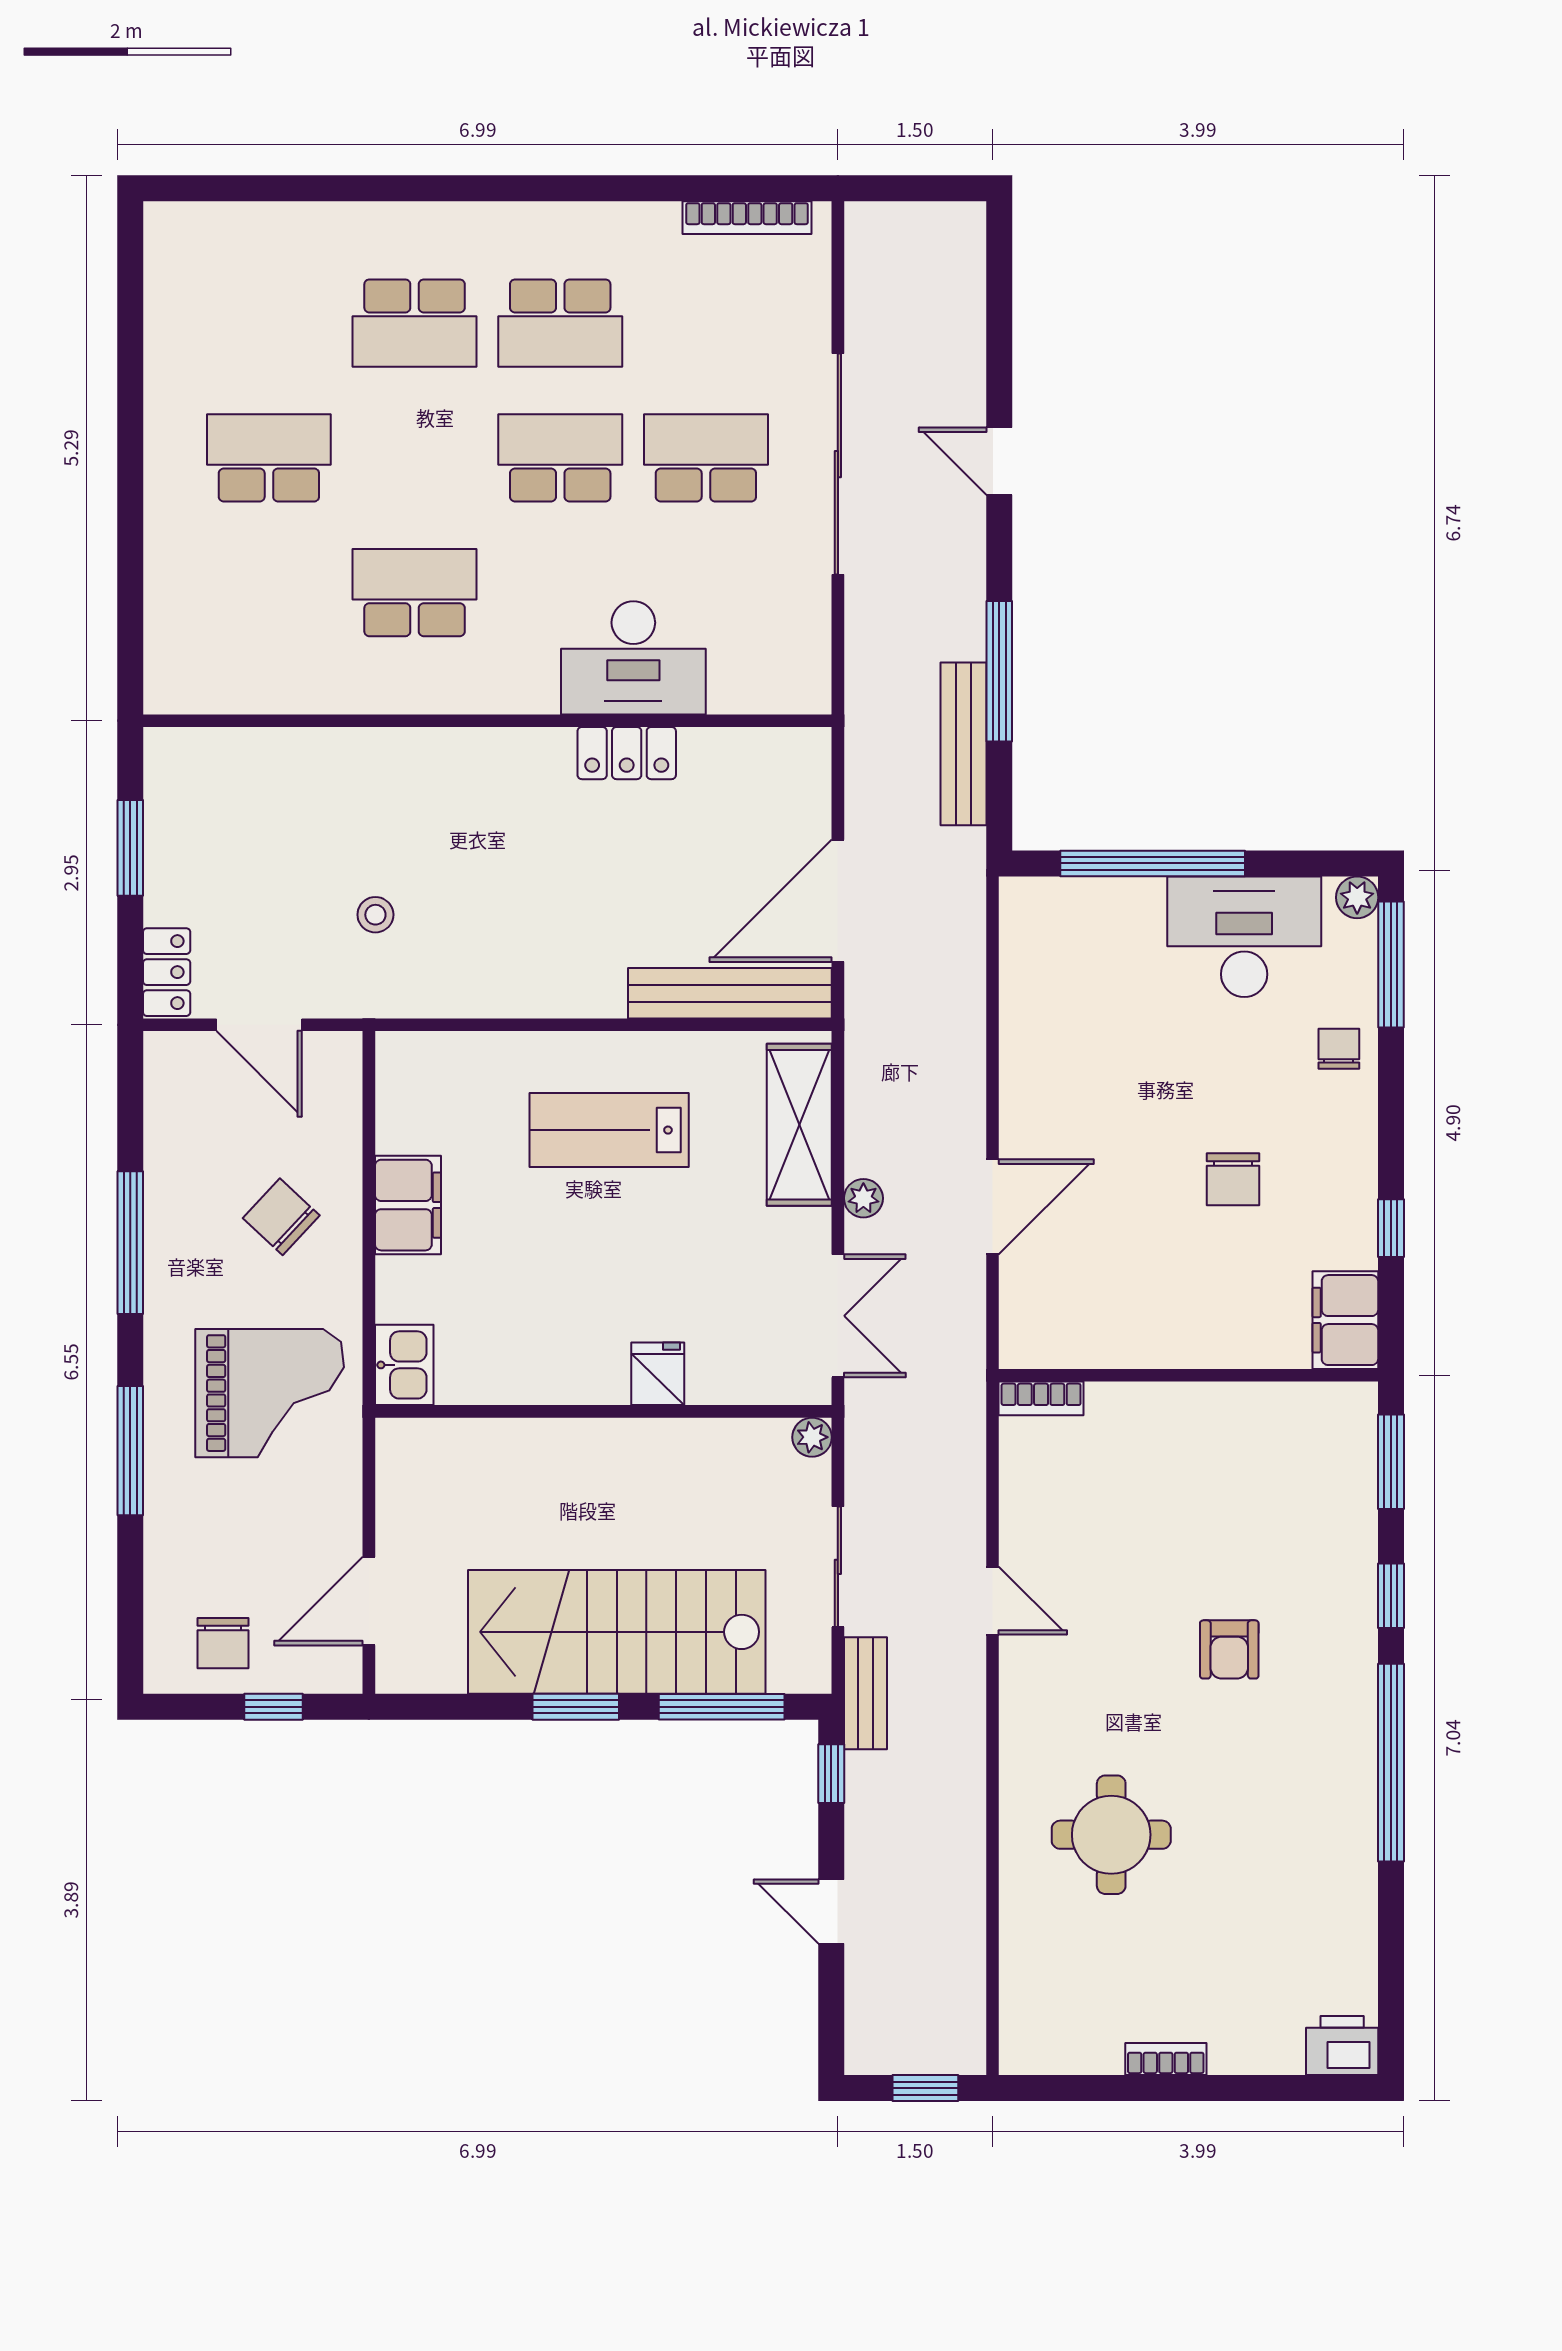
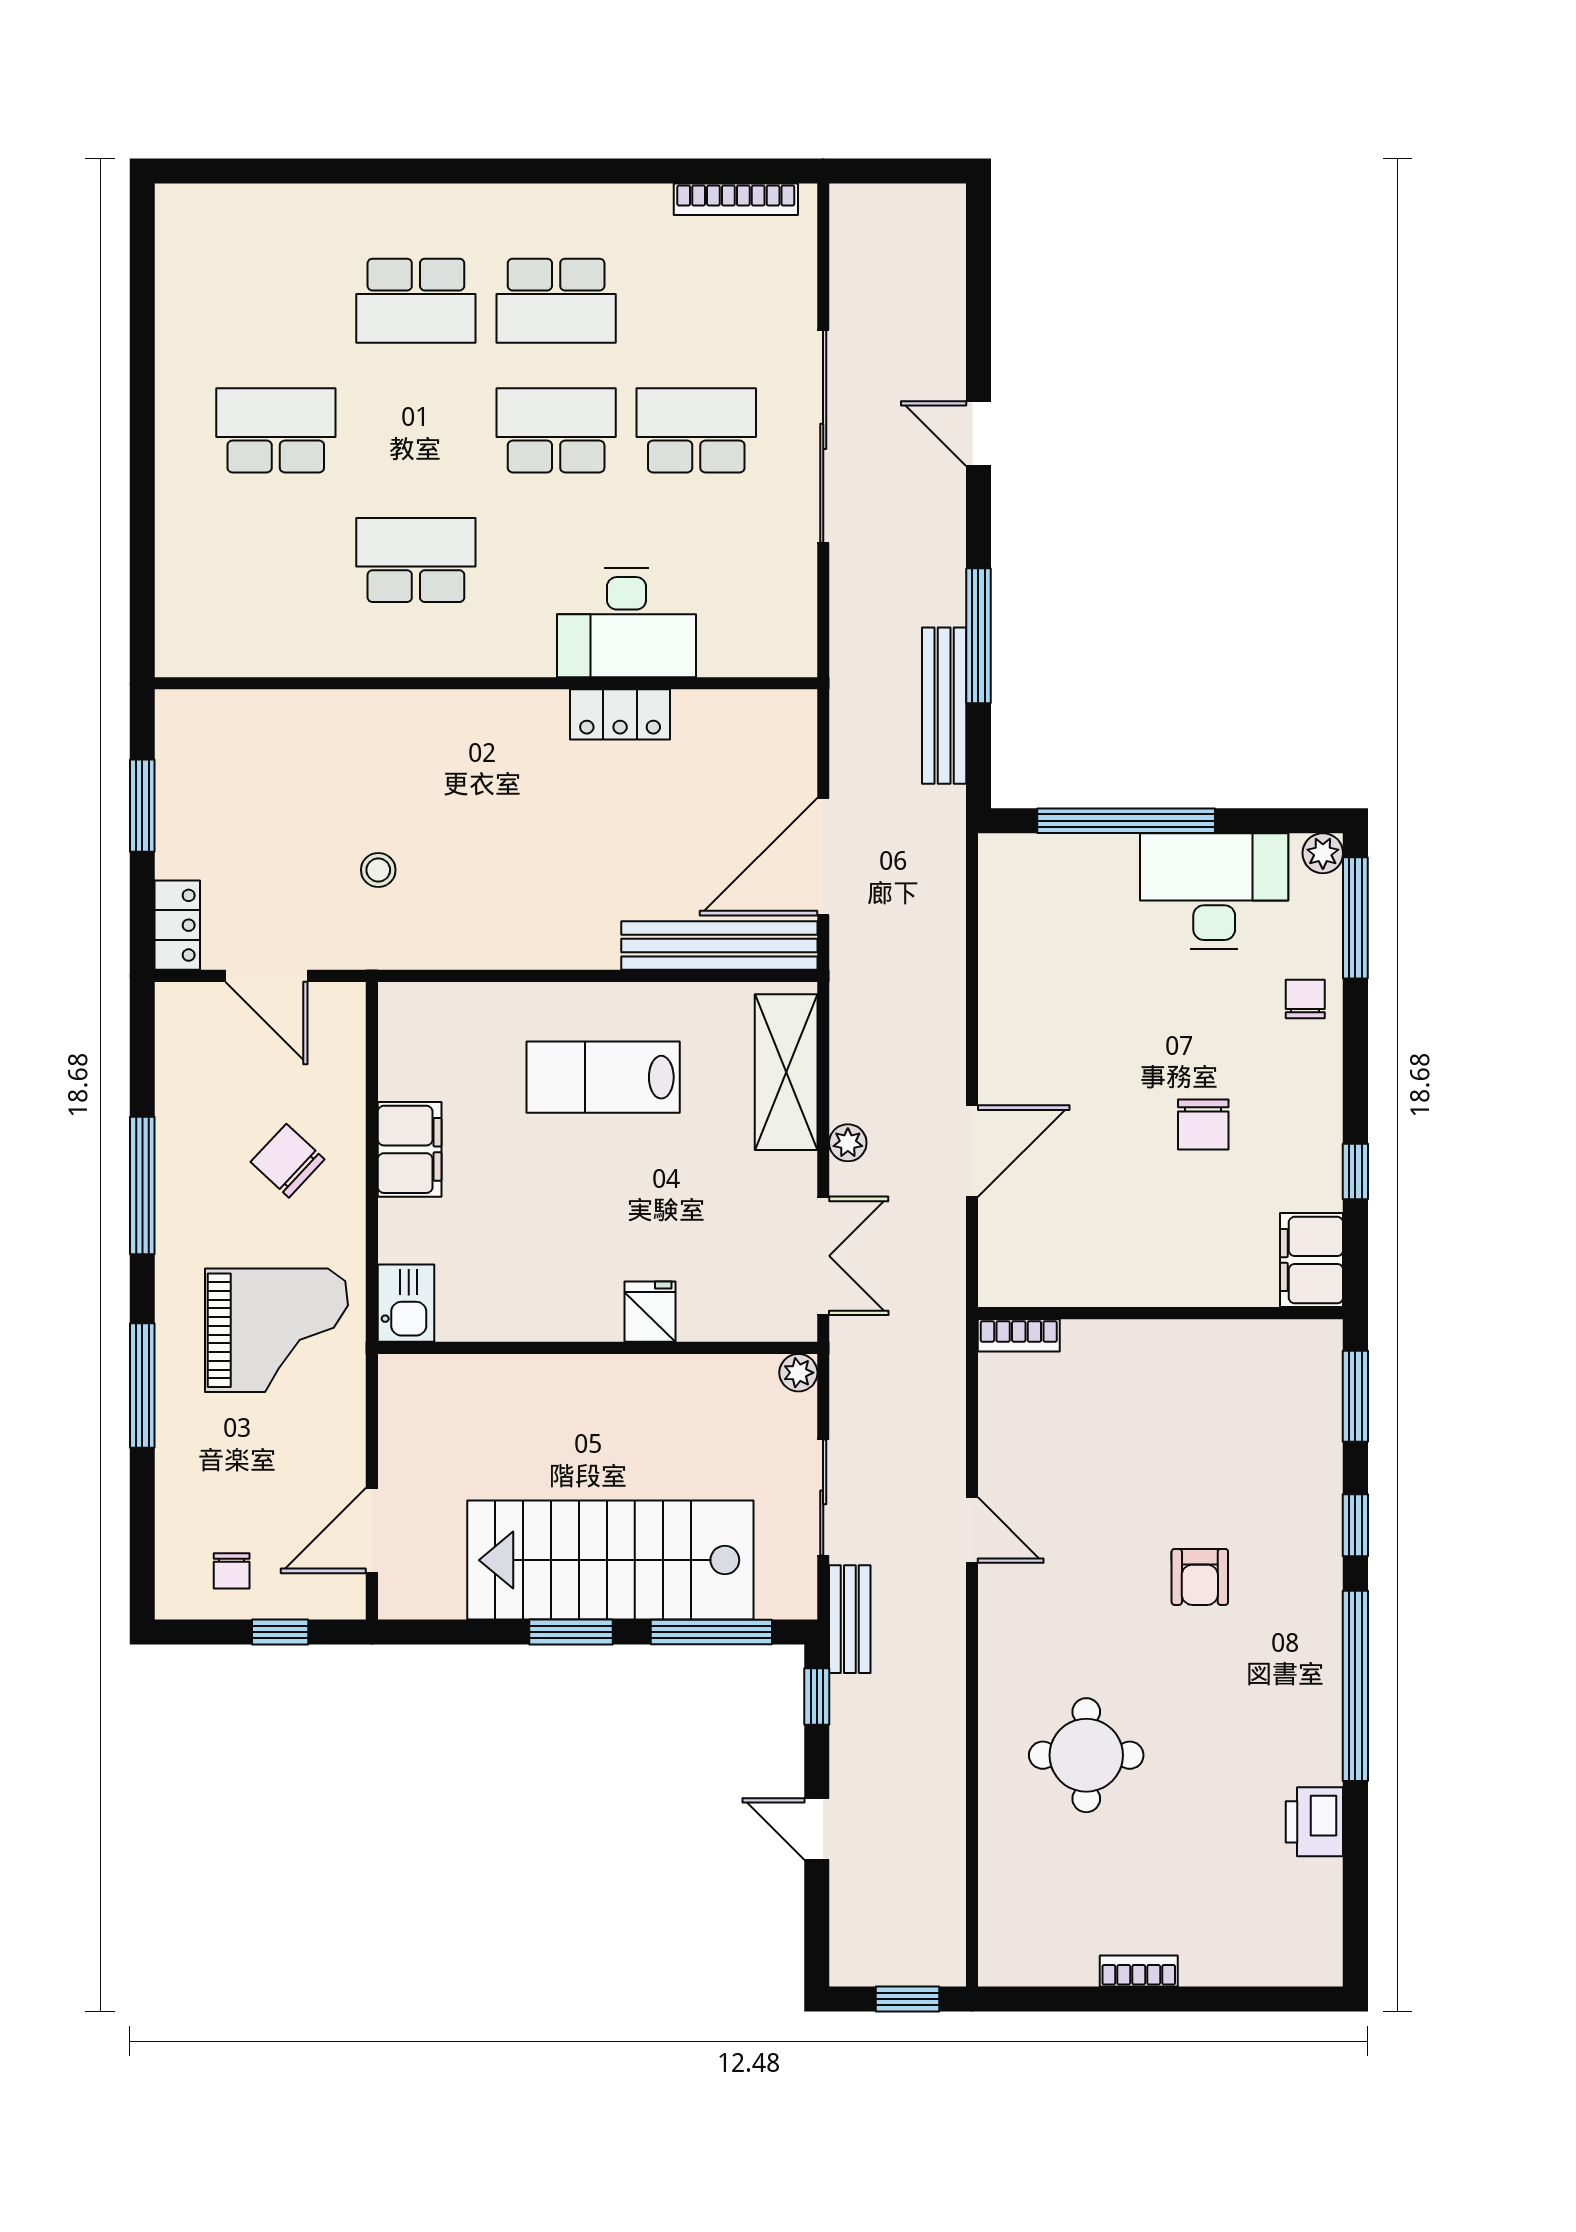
chair: (223, 1643) -> (232, 1571), width x0.73, depth x0.73
printer: (1342, 2045) -> (1314, 1822), moved, turned -90

